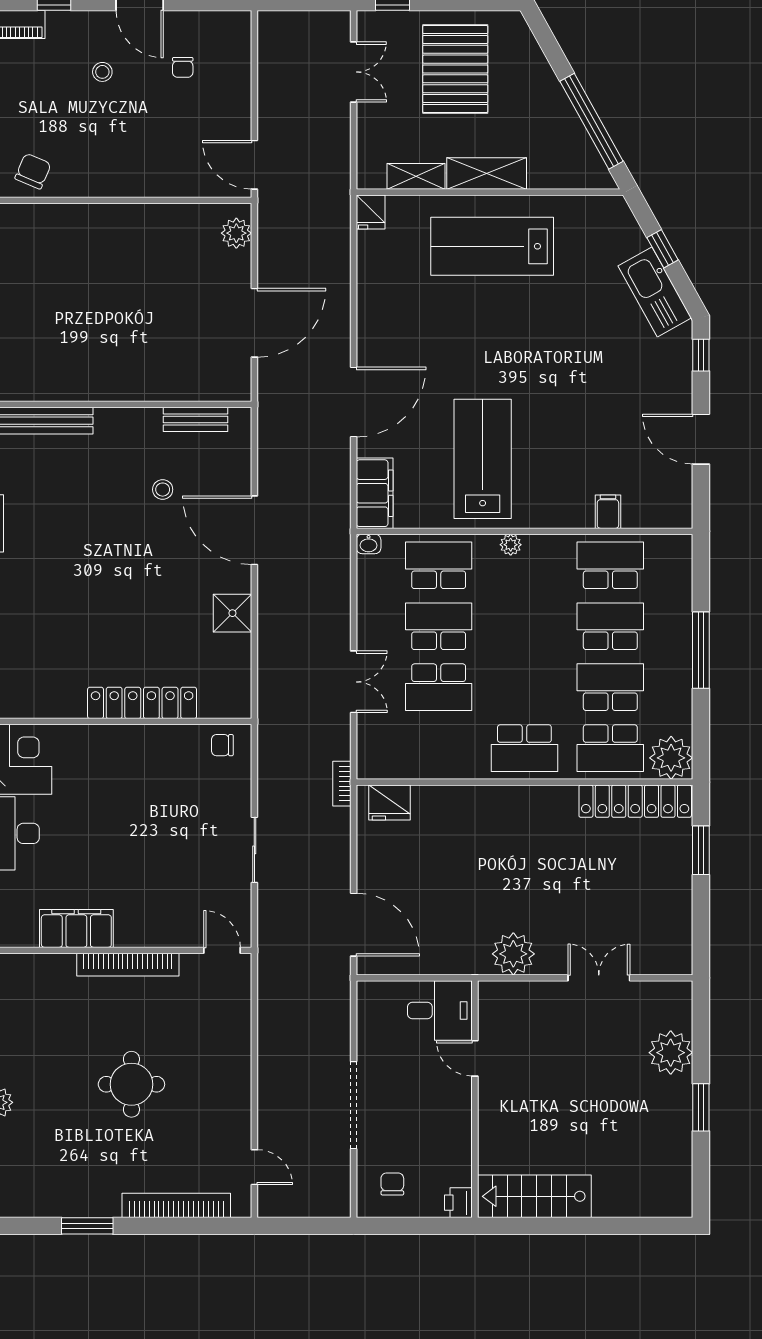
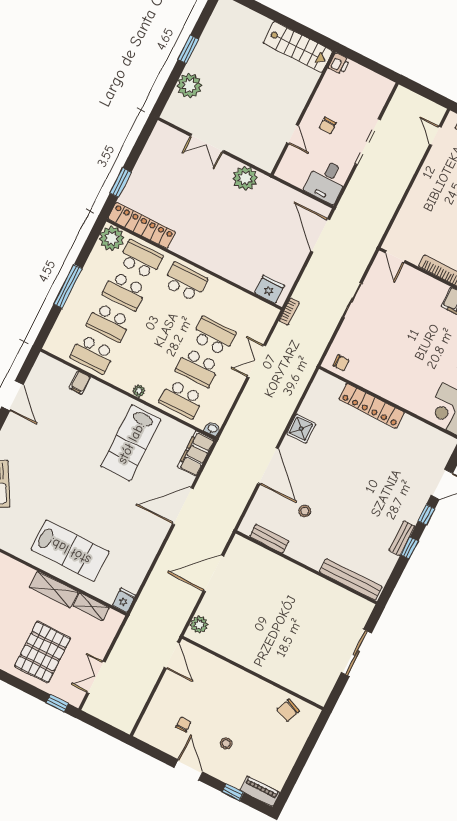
desk: (440, 1010) -> (326, 181), moved, turned -90
chair: (392, 1184) -> (328, 126), moved

